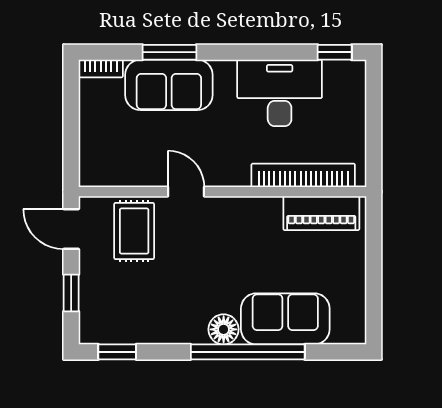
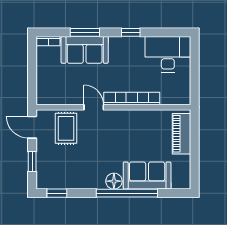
window: (335, 52) -> (131, 32), moved
desk: (280, 93) -> (168, 54), moved
bookcase: (303, 175) -> (132, 99), moved
piano: (321, 213) -> (181, 134), moved, turned 90

